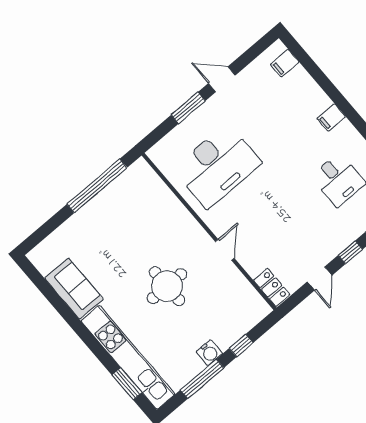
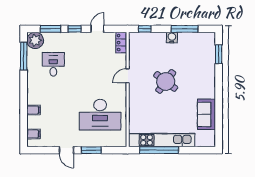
filing cabinet: (331, 117) -> (34, 110), moved
desk: (217, 166) -> (100, 115), turned 180
round table: (167, 286) -> (166, 81), turned 37
window: (241, 345) -> (145, 29), moved
kitchen unit: (128, 357) -> (162, 140), moved, turned 90

